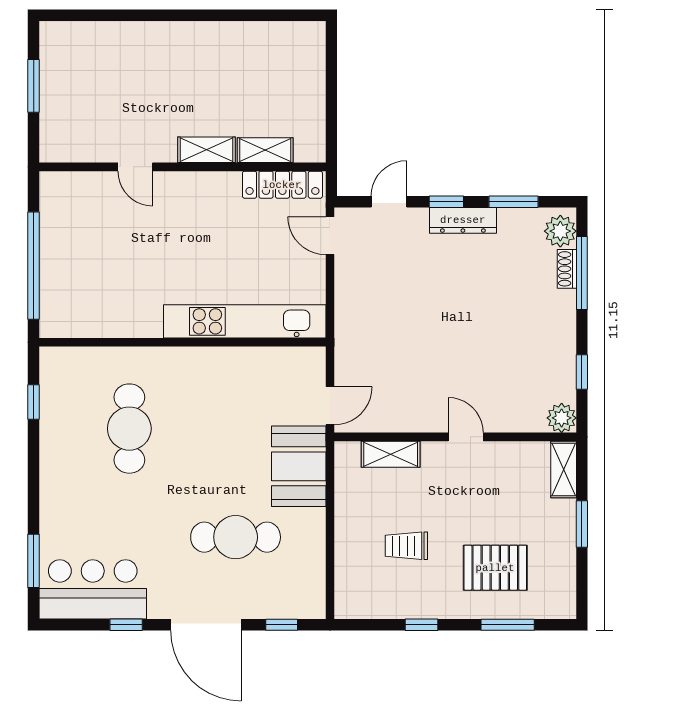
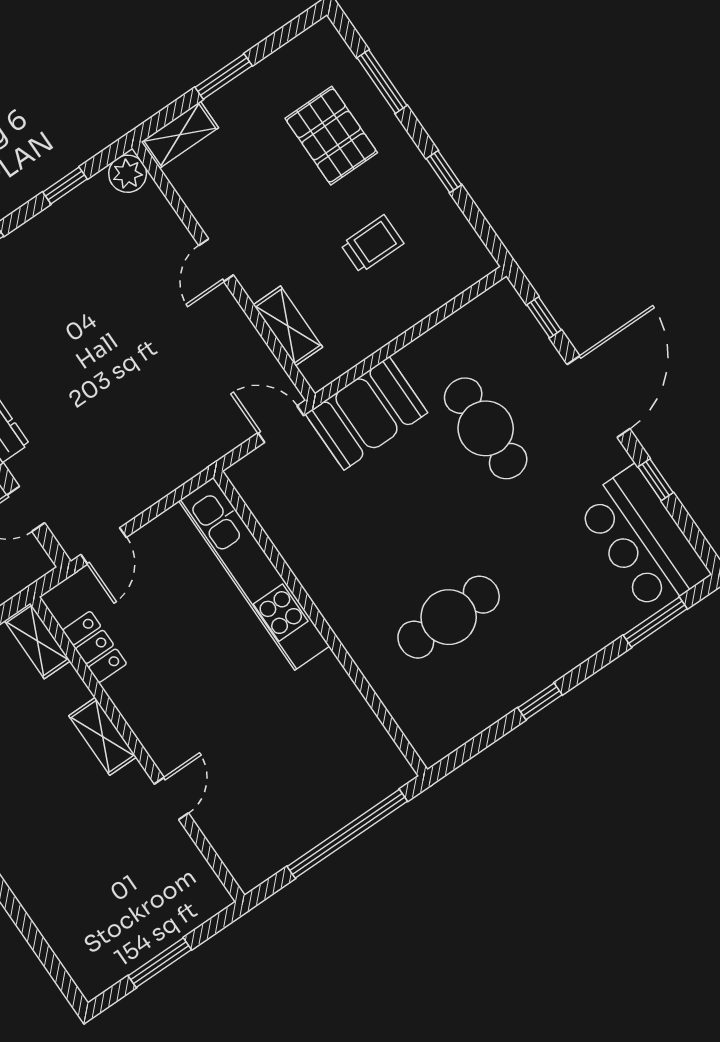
shelving: (265, 150) -> (37, 641), moved
locker: (282, 185) -> (95, 647), width x0.66
window: (34, 402) -> (540, 701), moved
trolley: (406, 546) -> (372, 244), turned -90

